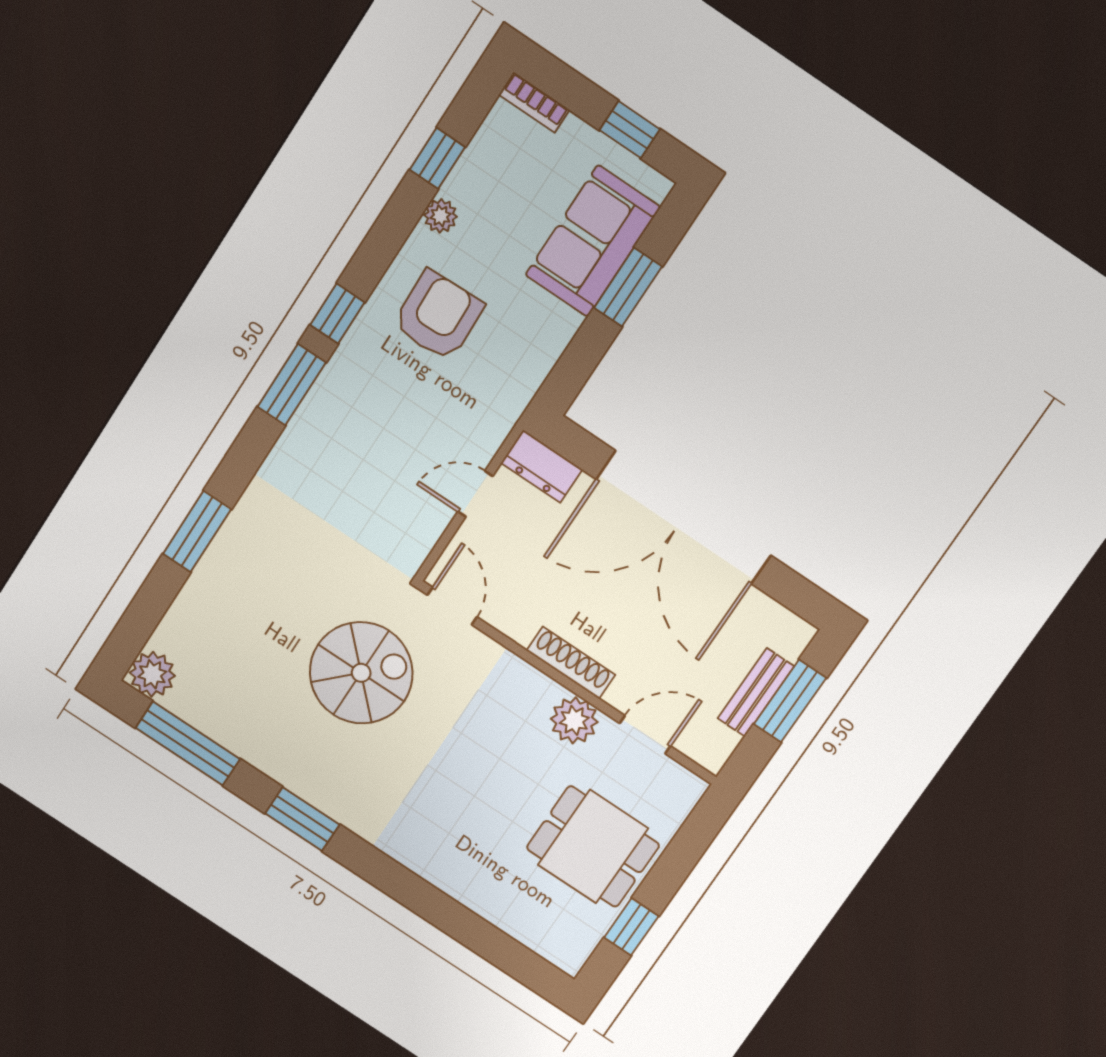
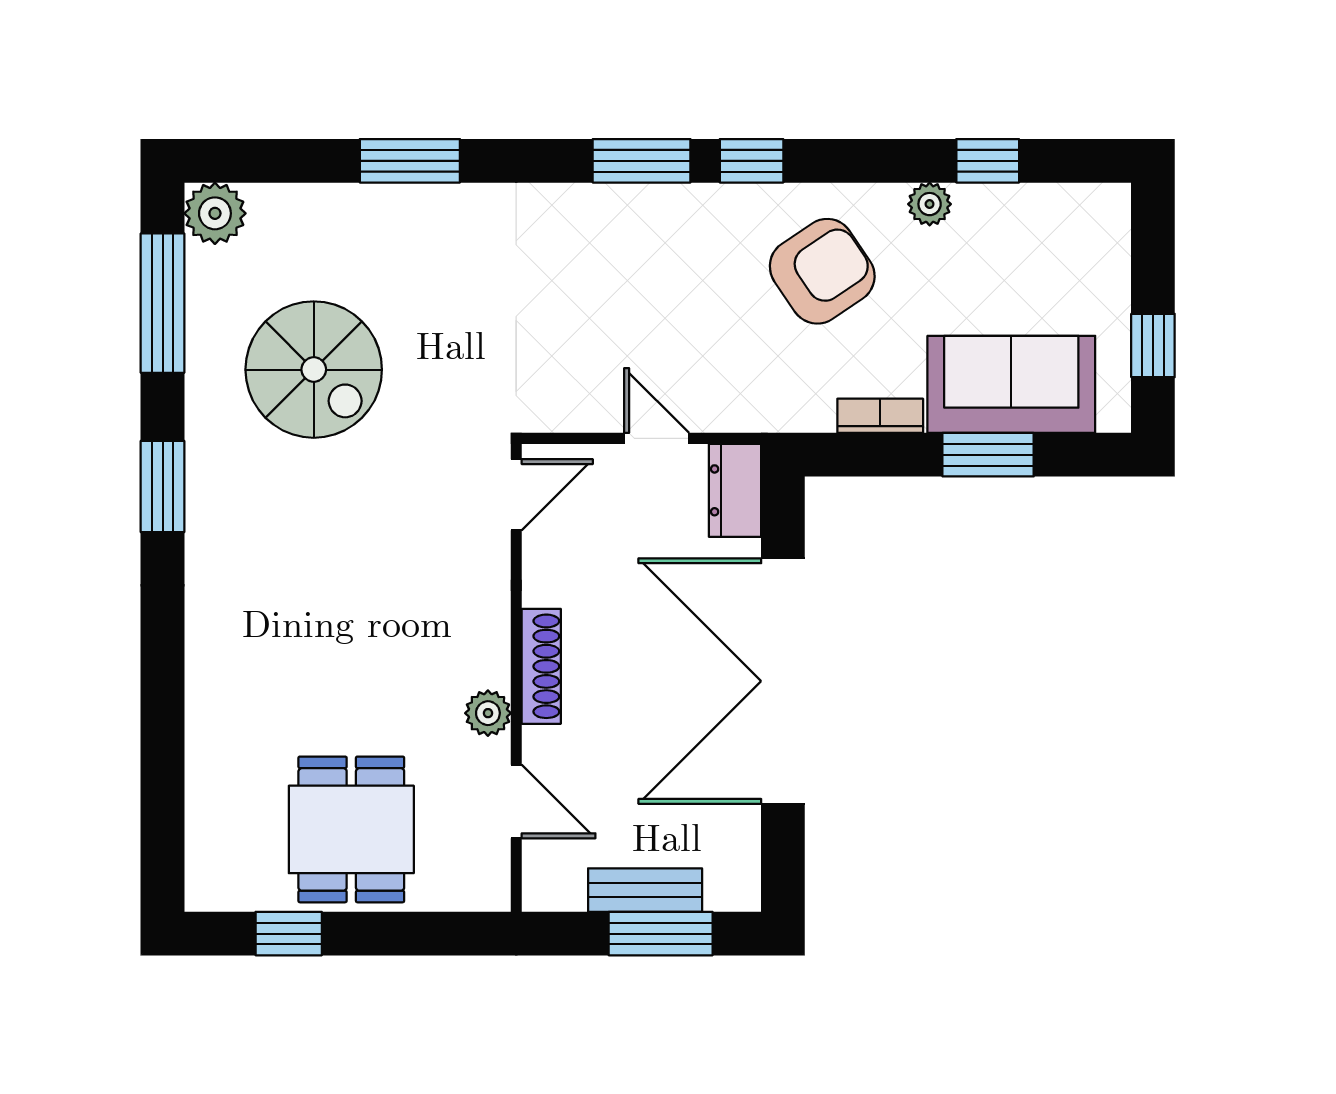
bookcase: (534, 102) -> (880, 416), moved, turned 90
armchair: (438, 316) -> (822, 271), turned -32
spiral stairs: (361, 673) -> (314, 370), moved
plant: (574, 720) -> (488, 713), width x0.73, depth x0.73

